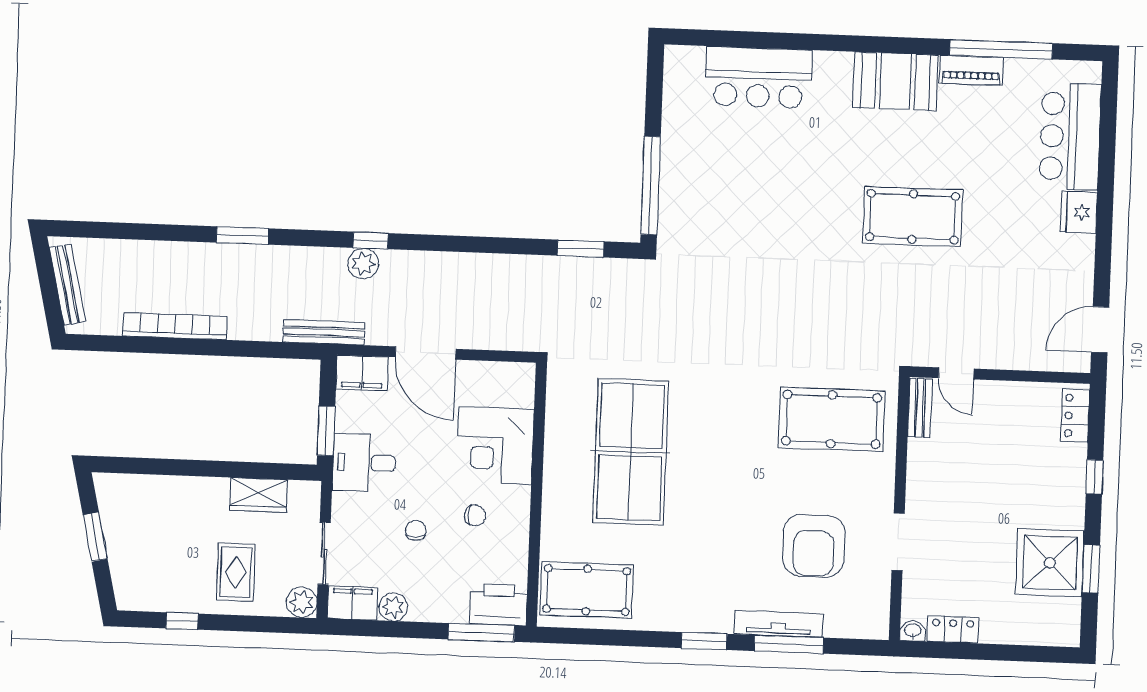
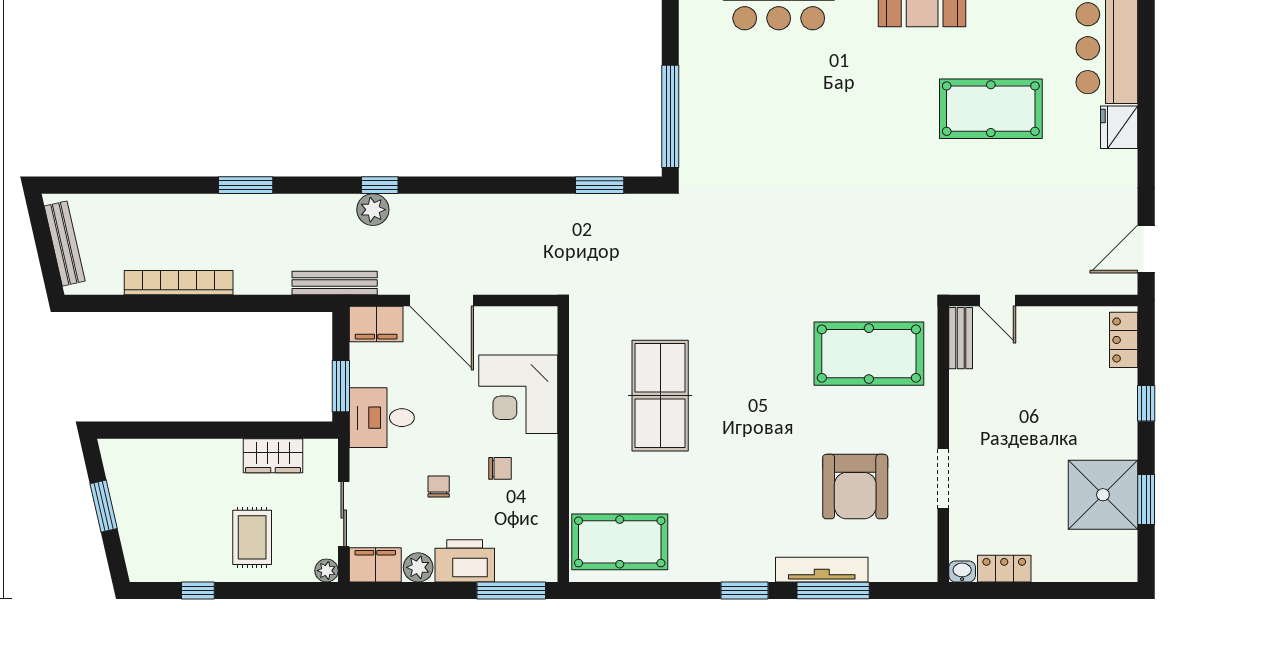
pool table: (913, 217) -> (991, 109), moved
table tennis table: (631, 452) -> (660, 396), width x0.73, depth x0.76
plant: (302, 602) -> (326, 571), width x0.73, depth x0.73
printer: (498, 605) -> (465, 561), moved

